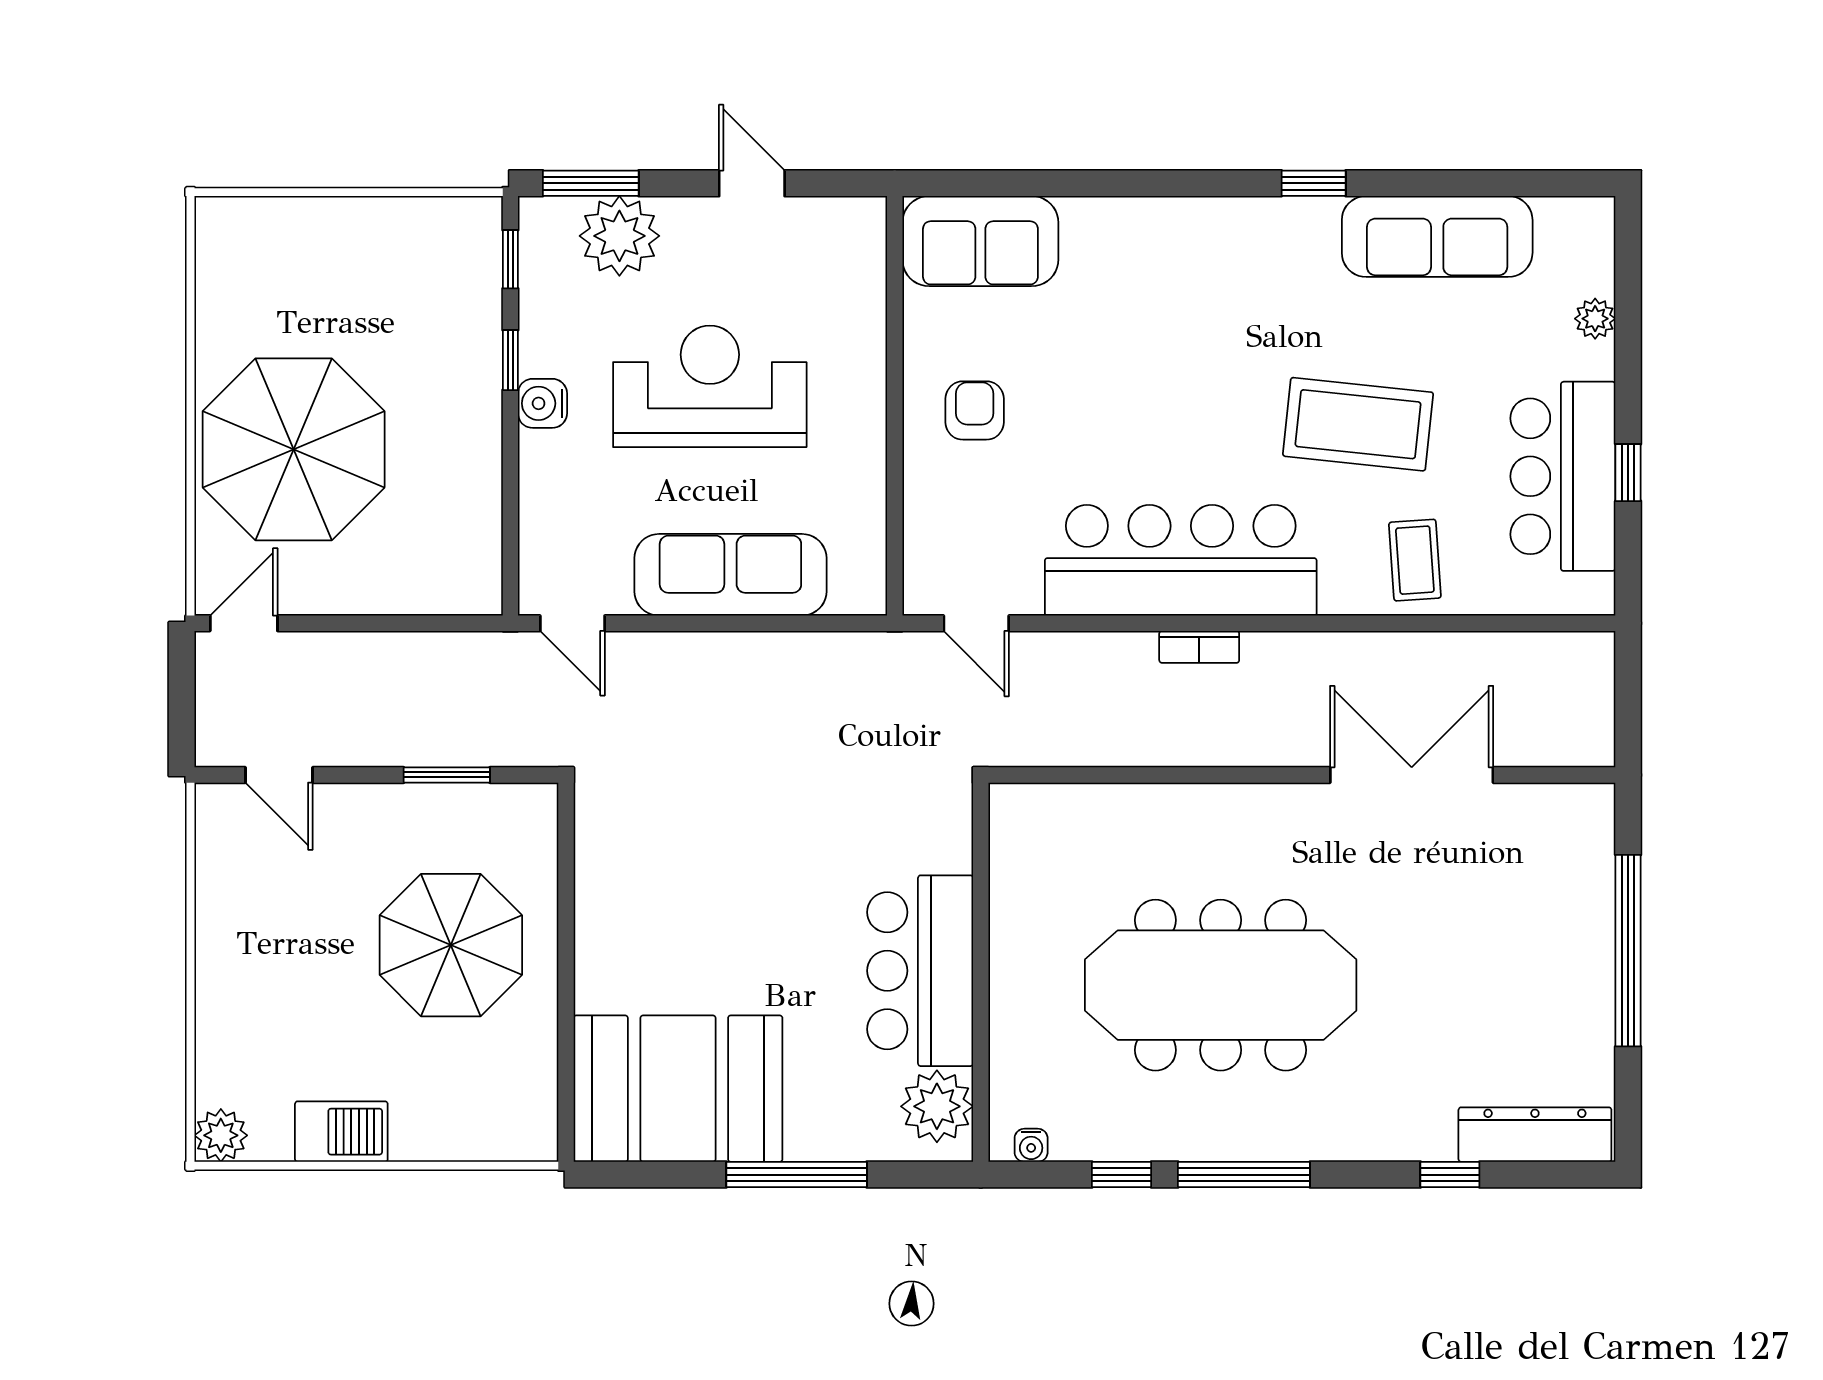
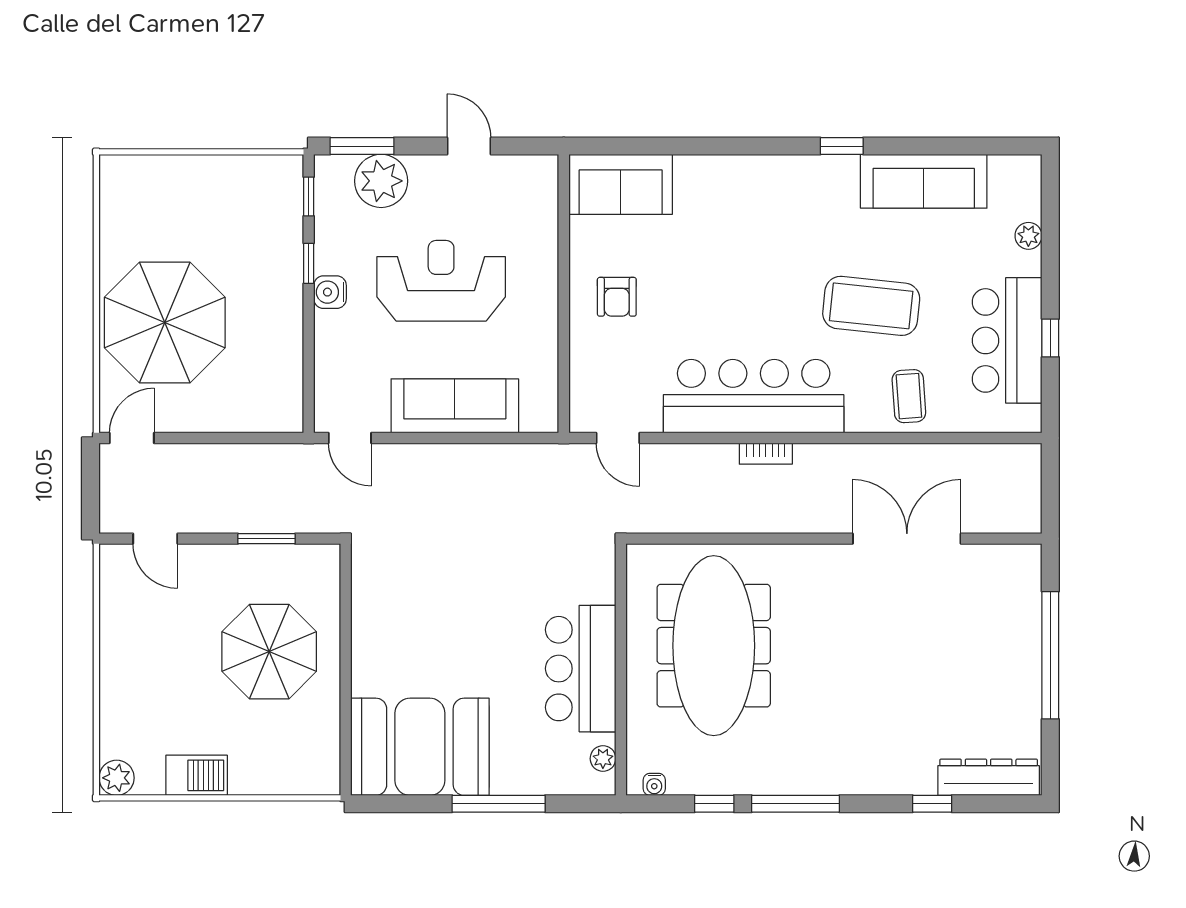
armchair: (975, 410) -> (617, 297), turned 180
meeting table: (1221, 985) -> (714, 646), moved, turned 90
plant: (937, 1106) -> (603, 759), width x0.53, depth x0.53

